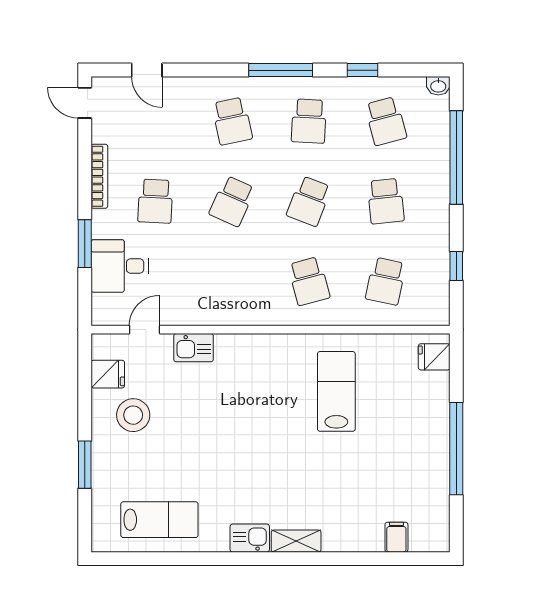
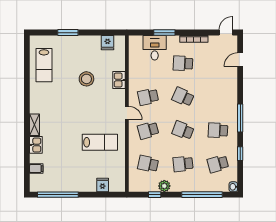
school desk: (232, 121) -> (148, 97), moved
plant: (436, 244) -> (164, 186), added
door: (145, 330) -> (127, 113), moved
fridge: (434, 357) -> (103, 185), moved
stool: (133, 415) -> (86, 79), moved
window: (456, 449) -> (58, 195), moved
kitchen sink: (250, 538) -> (36, 145), moved

